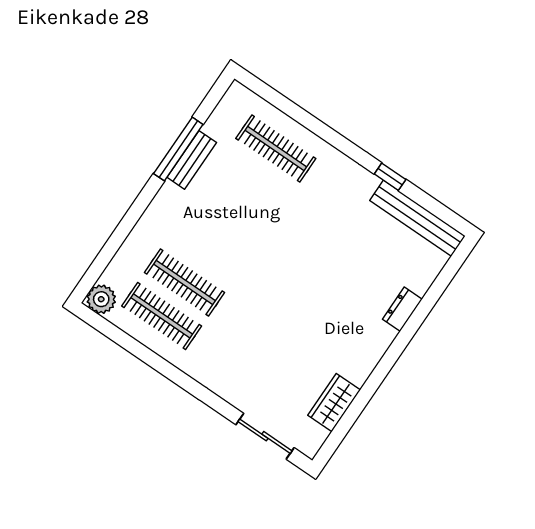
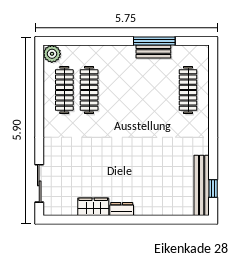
window: (390, 177) -> (213, 188), moved
dresser: (402, 309) -> (122, 209), moved
wardrobe: (334, 403) -> (93, 207), moved

